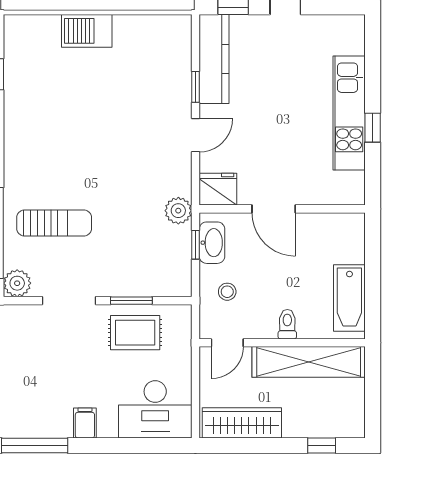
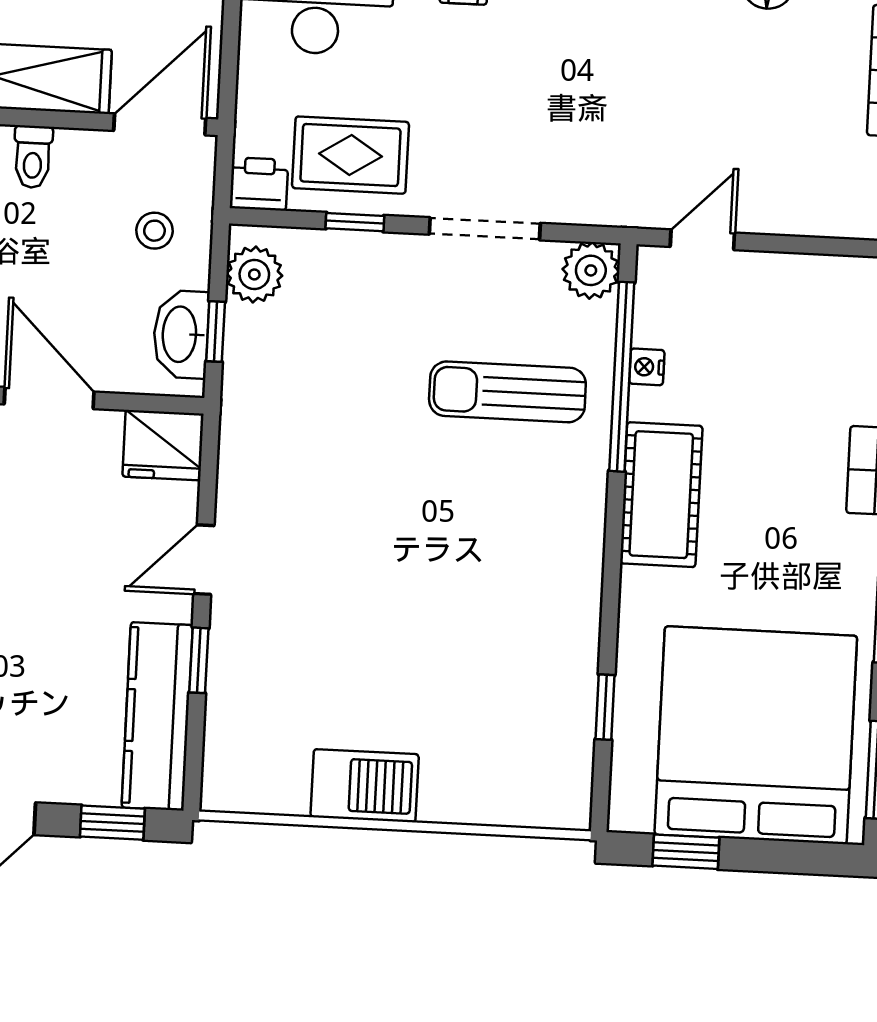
barbecue: (87, 31) -> (365, 786), moved
plant: (178, 211) -> (254, 274), moved
window: (131, 301) -> (355, 222), width x0.67
printer: (178, 317) -> (259, 184), added
door: (227, 343) -> (160, 124), width x1.38

